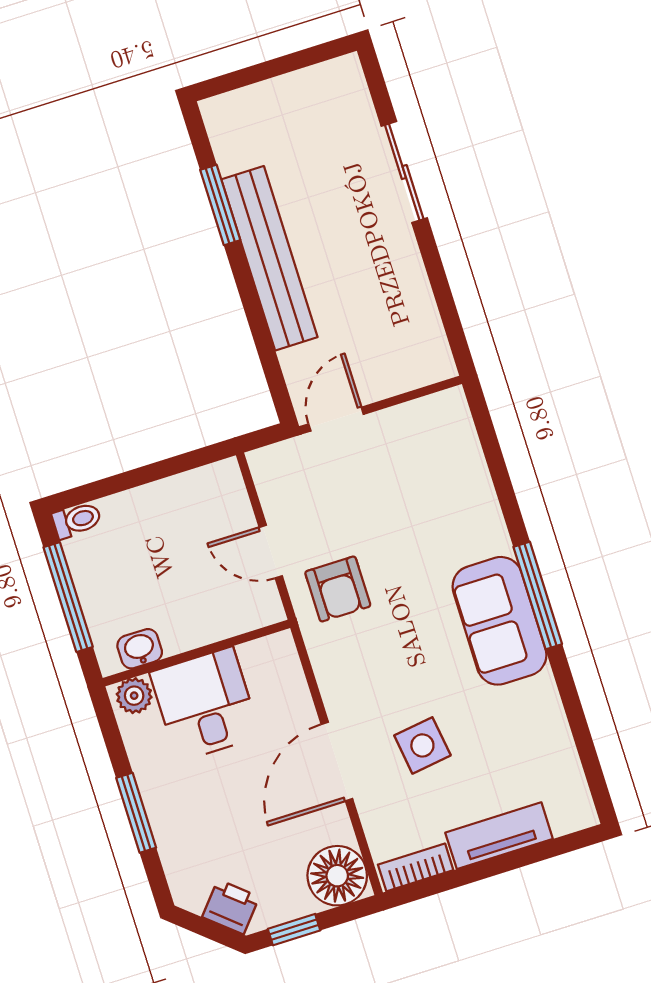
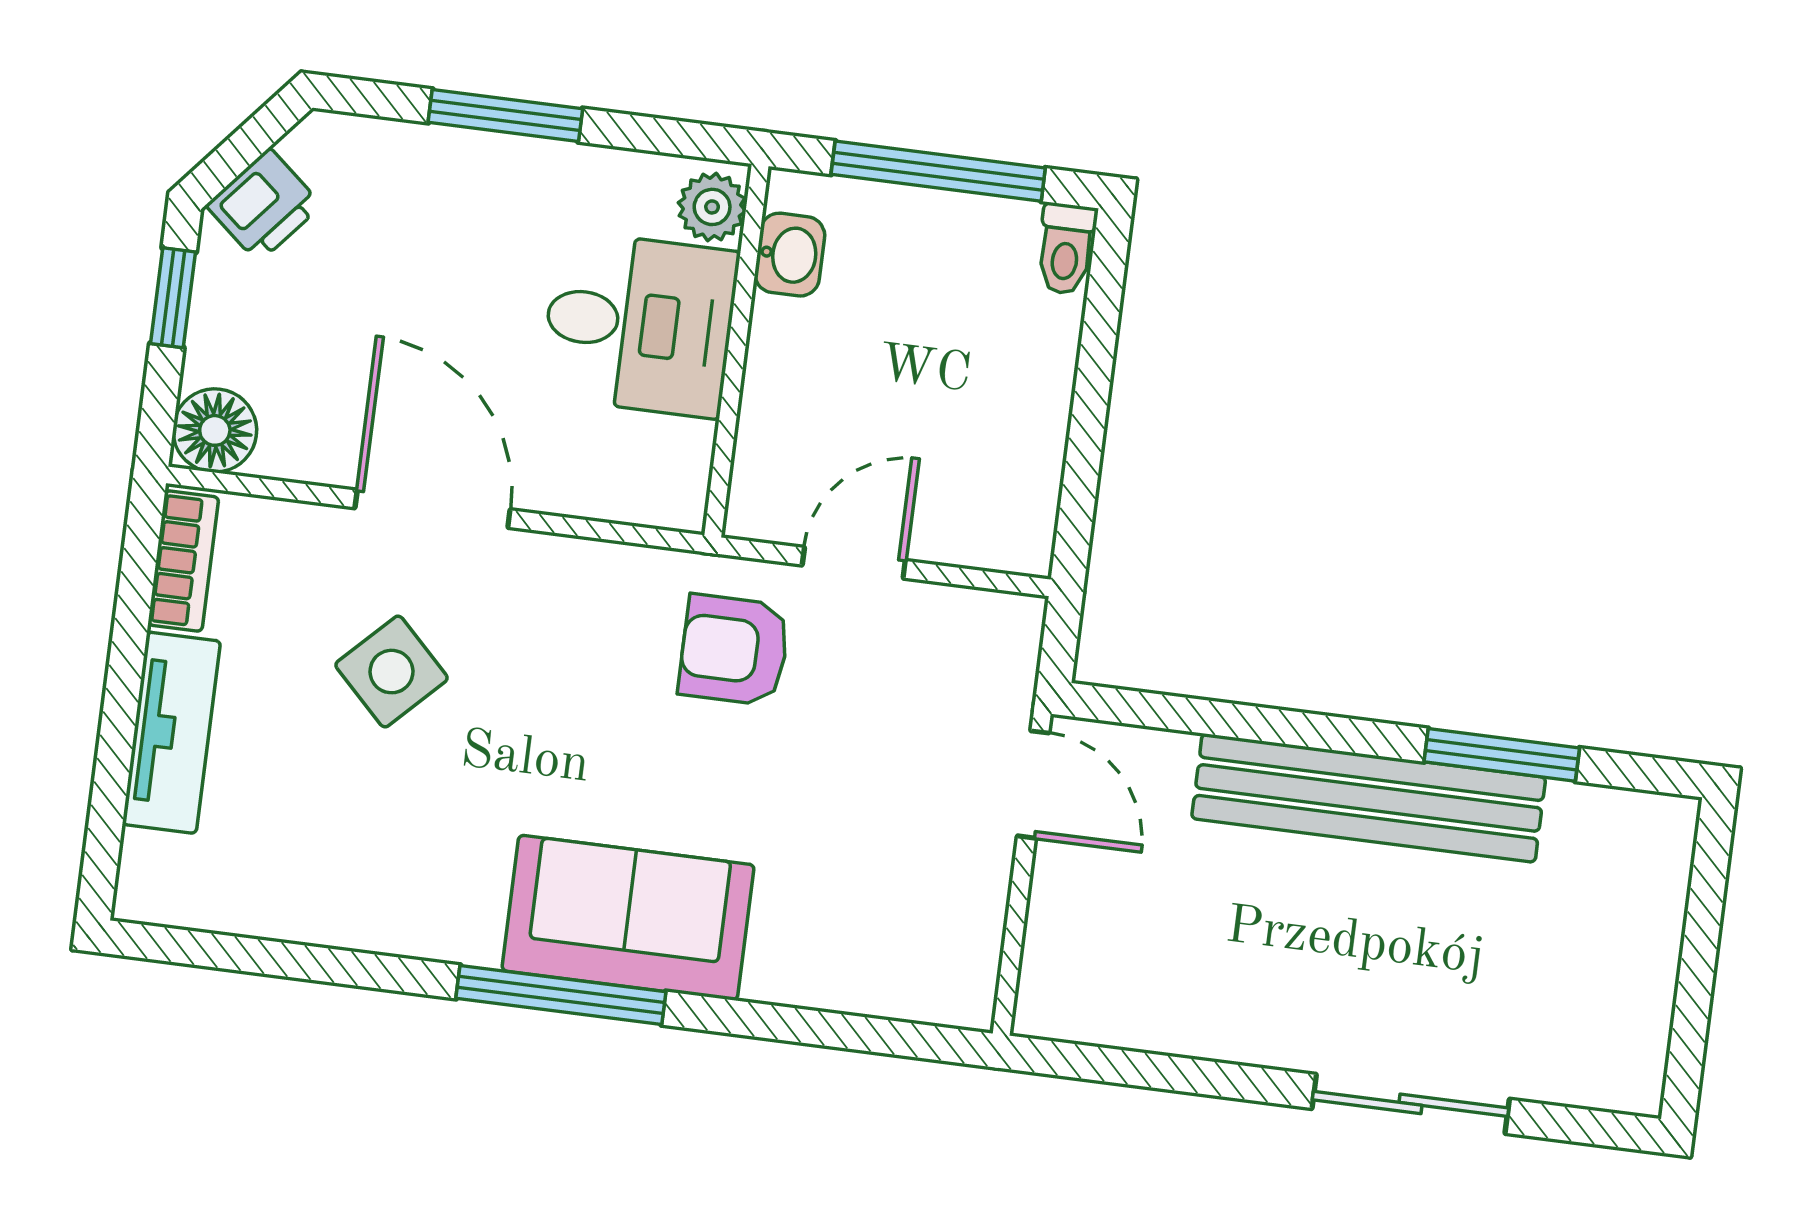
sofa: (499, 621) -> (628, 918), moved
side table: (422, 745) -> (392, 672), turned -37
floor lamp: (337, 876) -> (215, 430), width x0.73, depth x0.73

